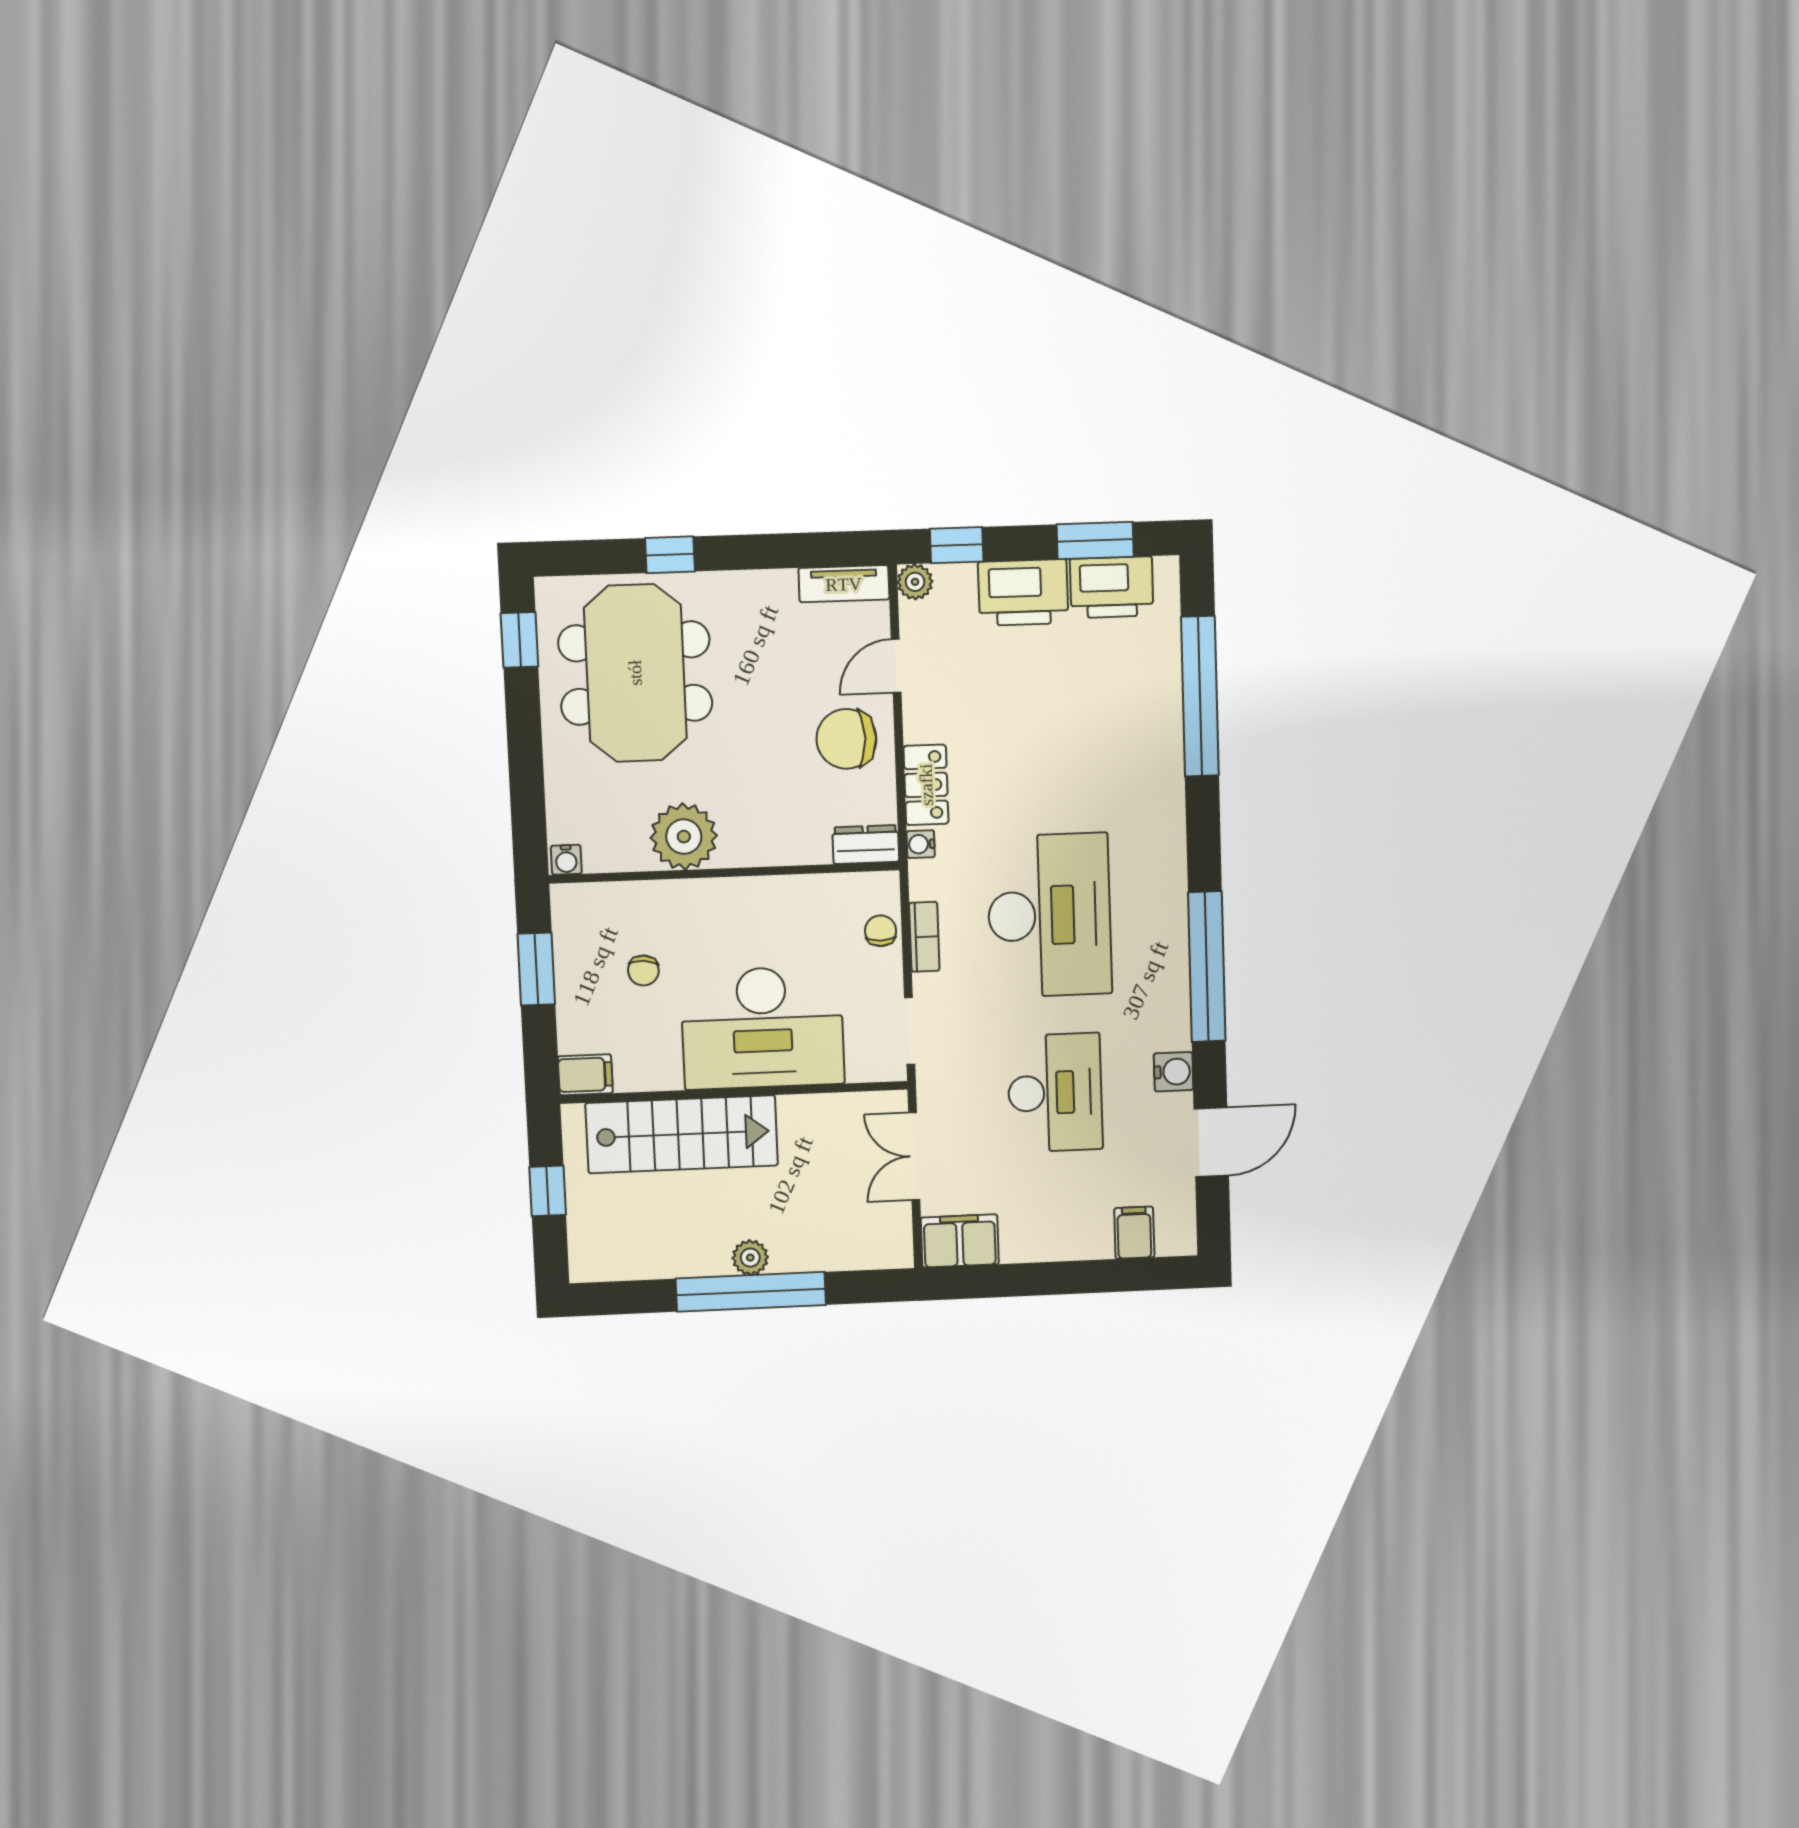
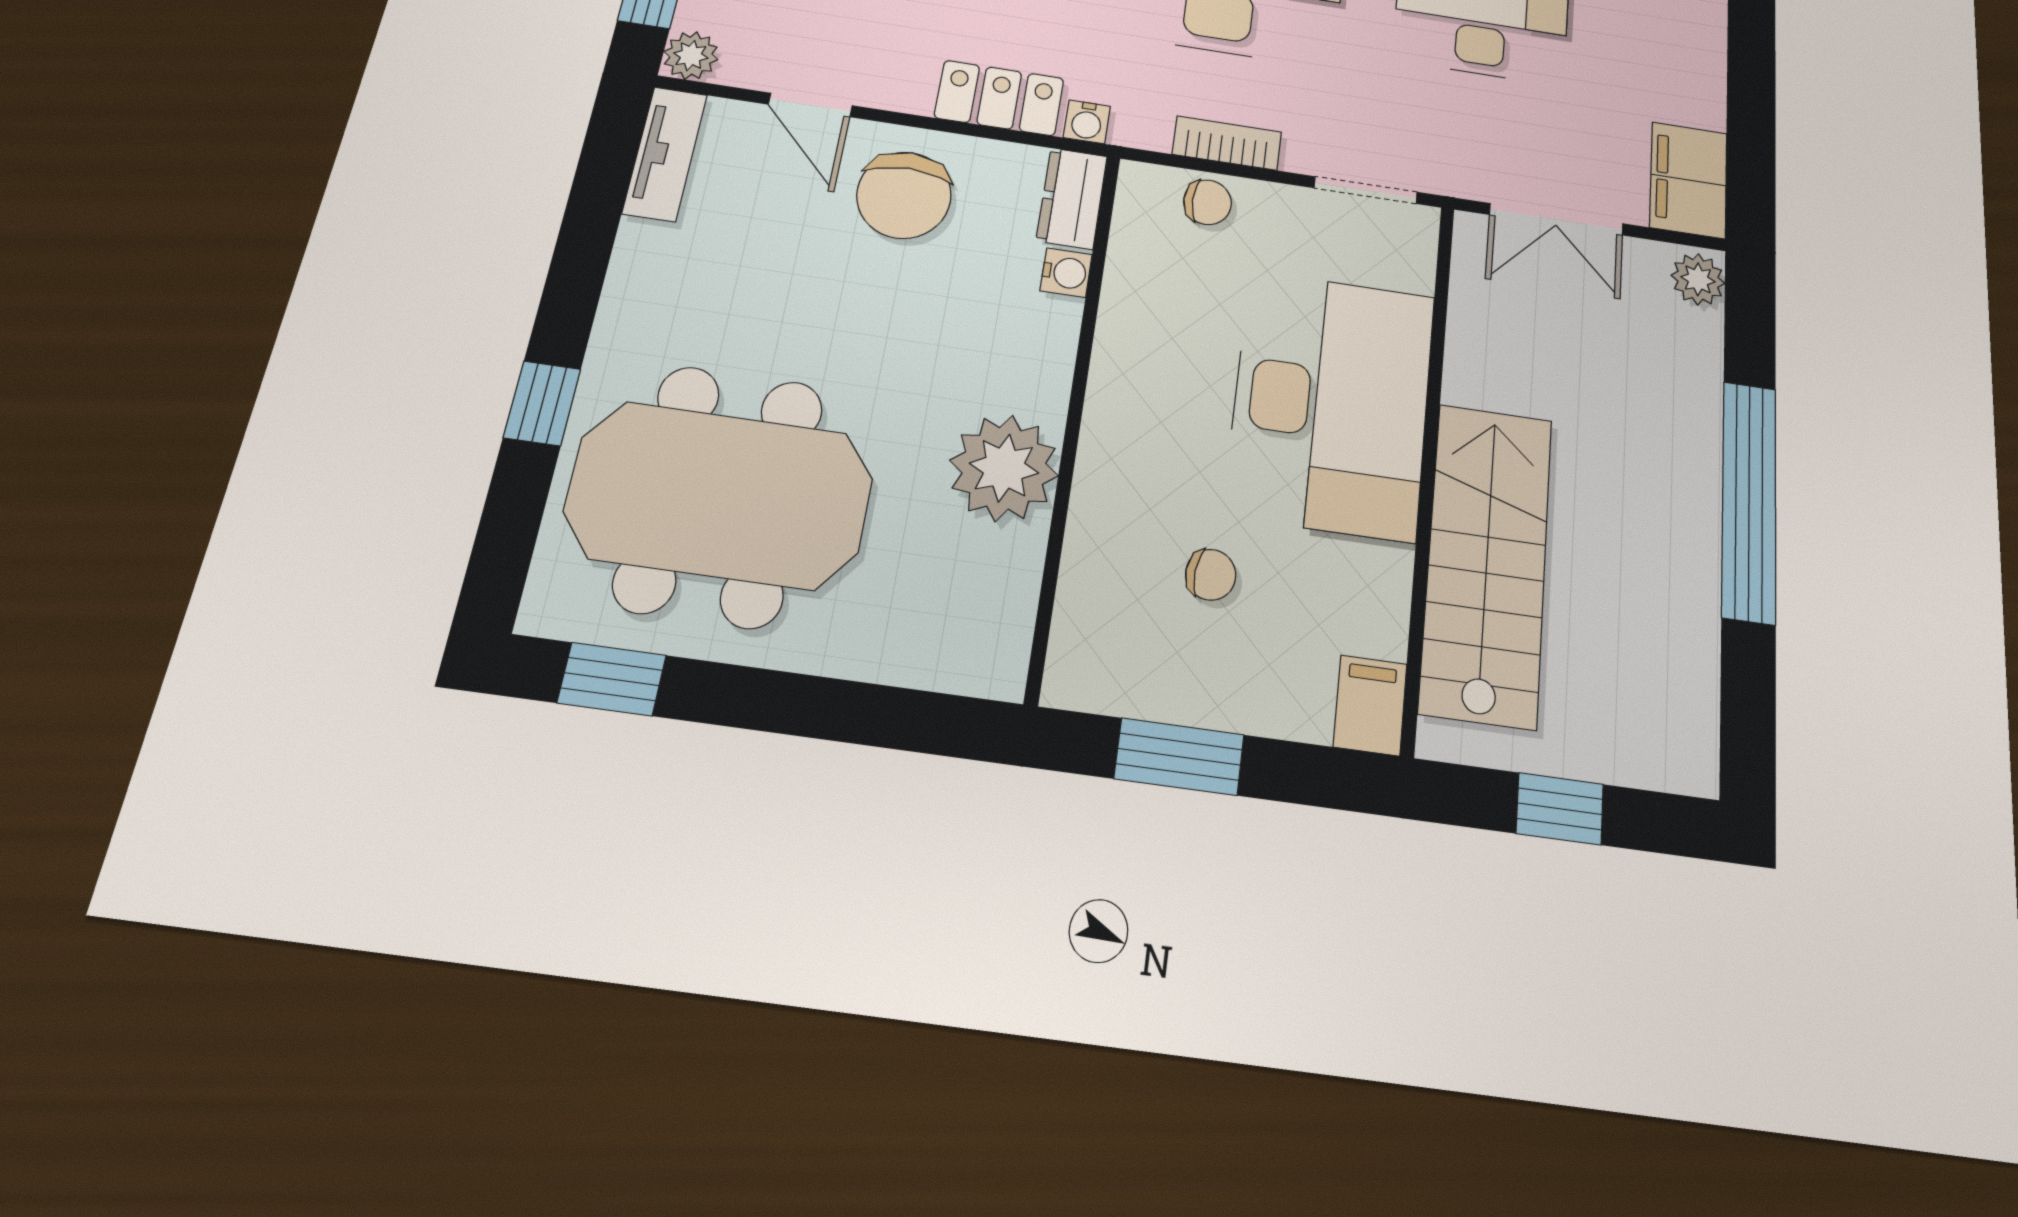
water cooler: (566, 860) -> (1066, 273), moved
chair: (881, 931) -> (1207, 202), turned 180
plant: (750, 1258) -> (1698, 279), moved

